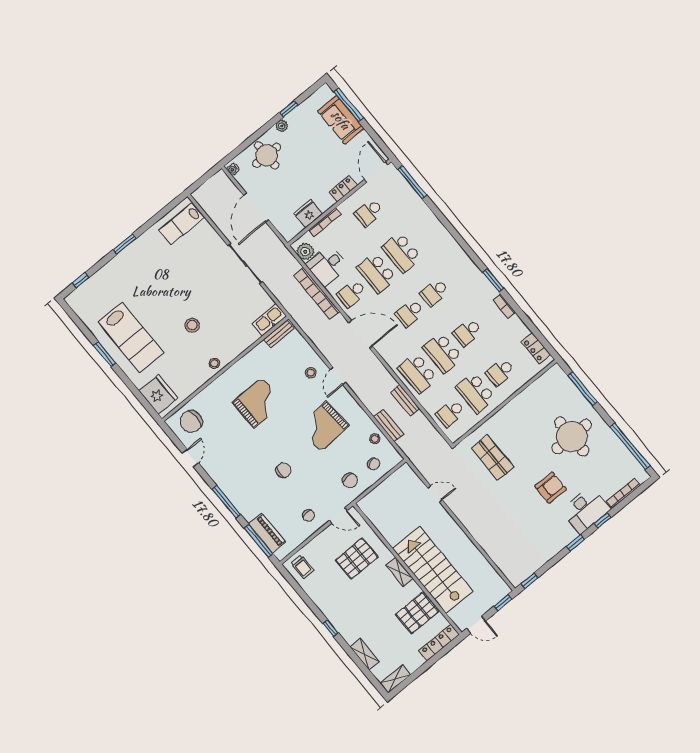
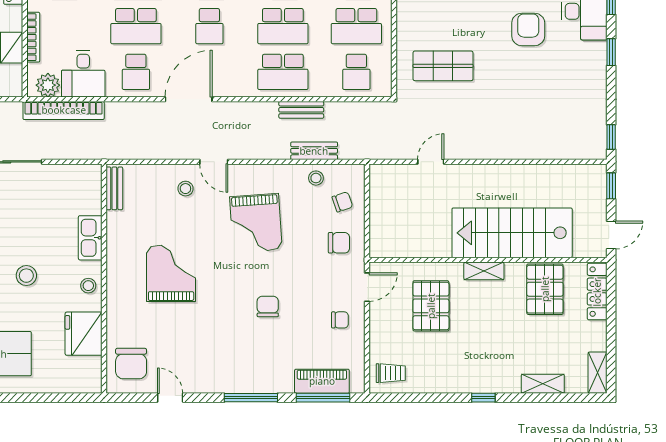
bookcase: (317, 293) -> (64, 110), moved
kitchen sink: (269, 320) -> (90, 238), moved
fridge: (158, 395) -> (84, 334), moved, turned -90

